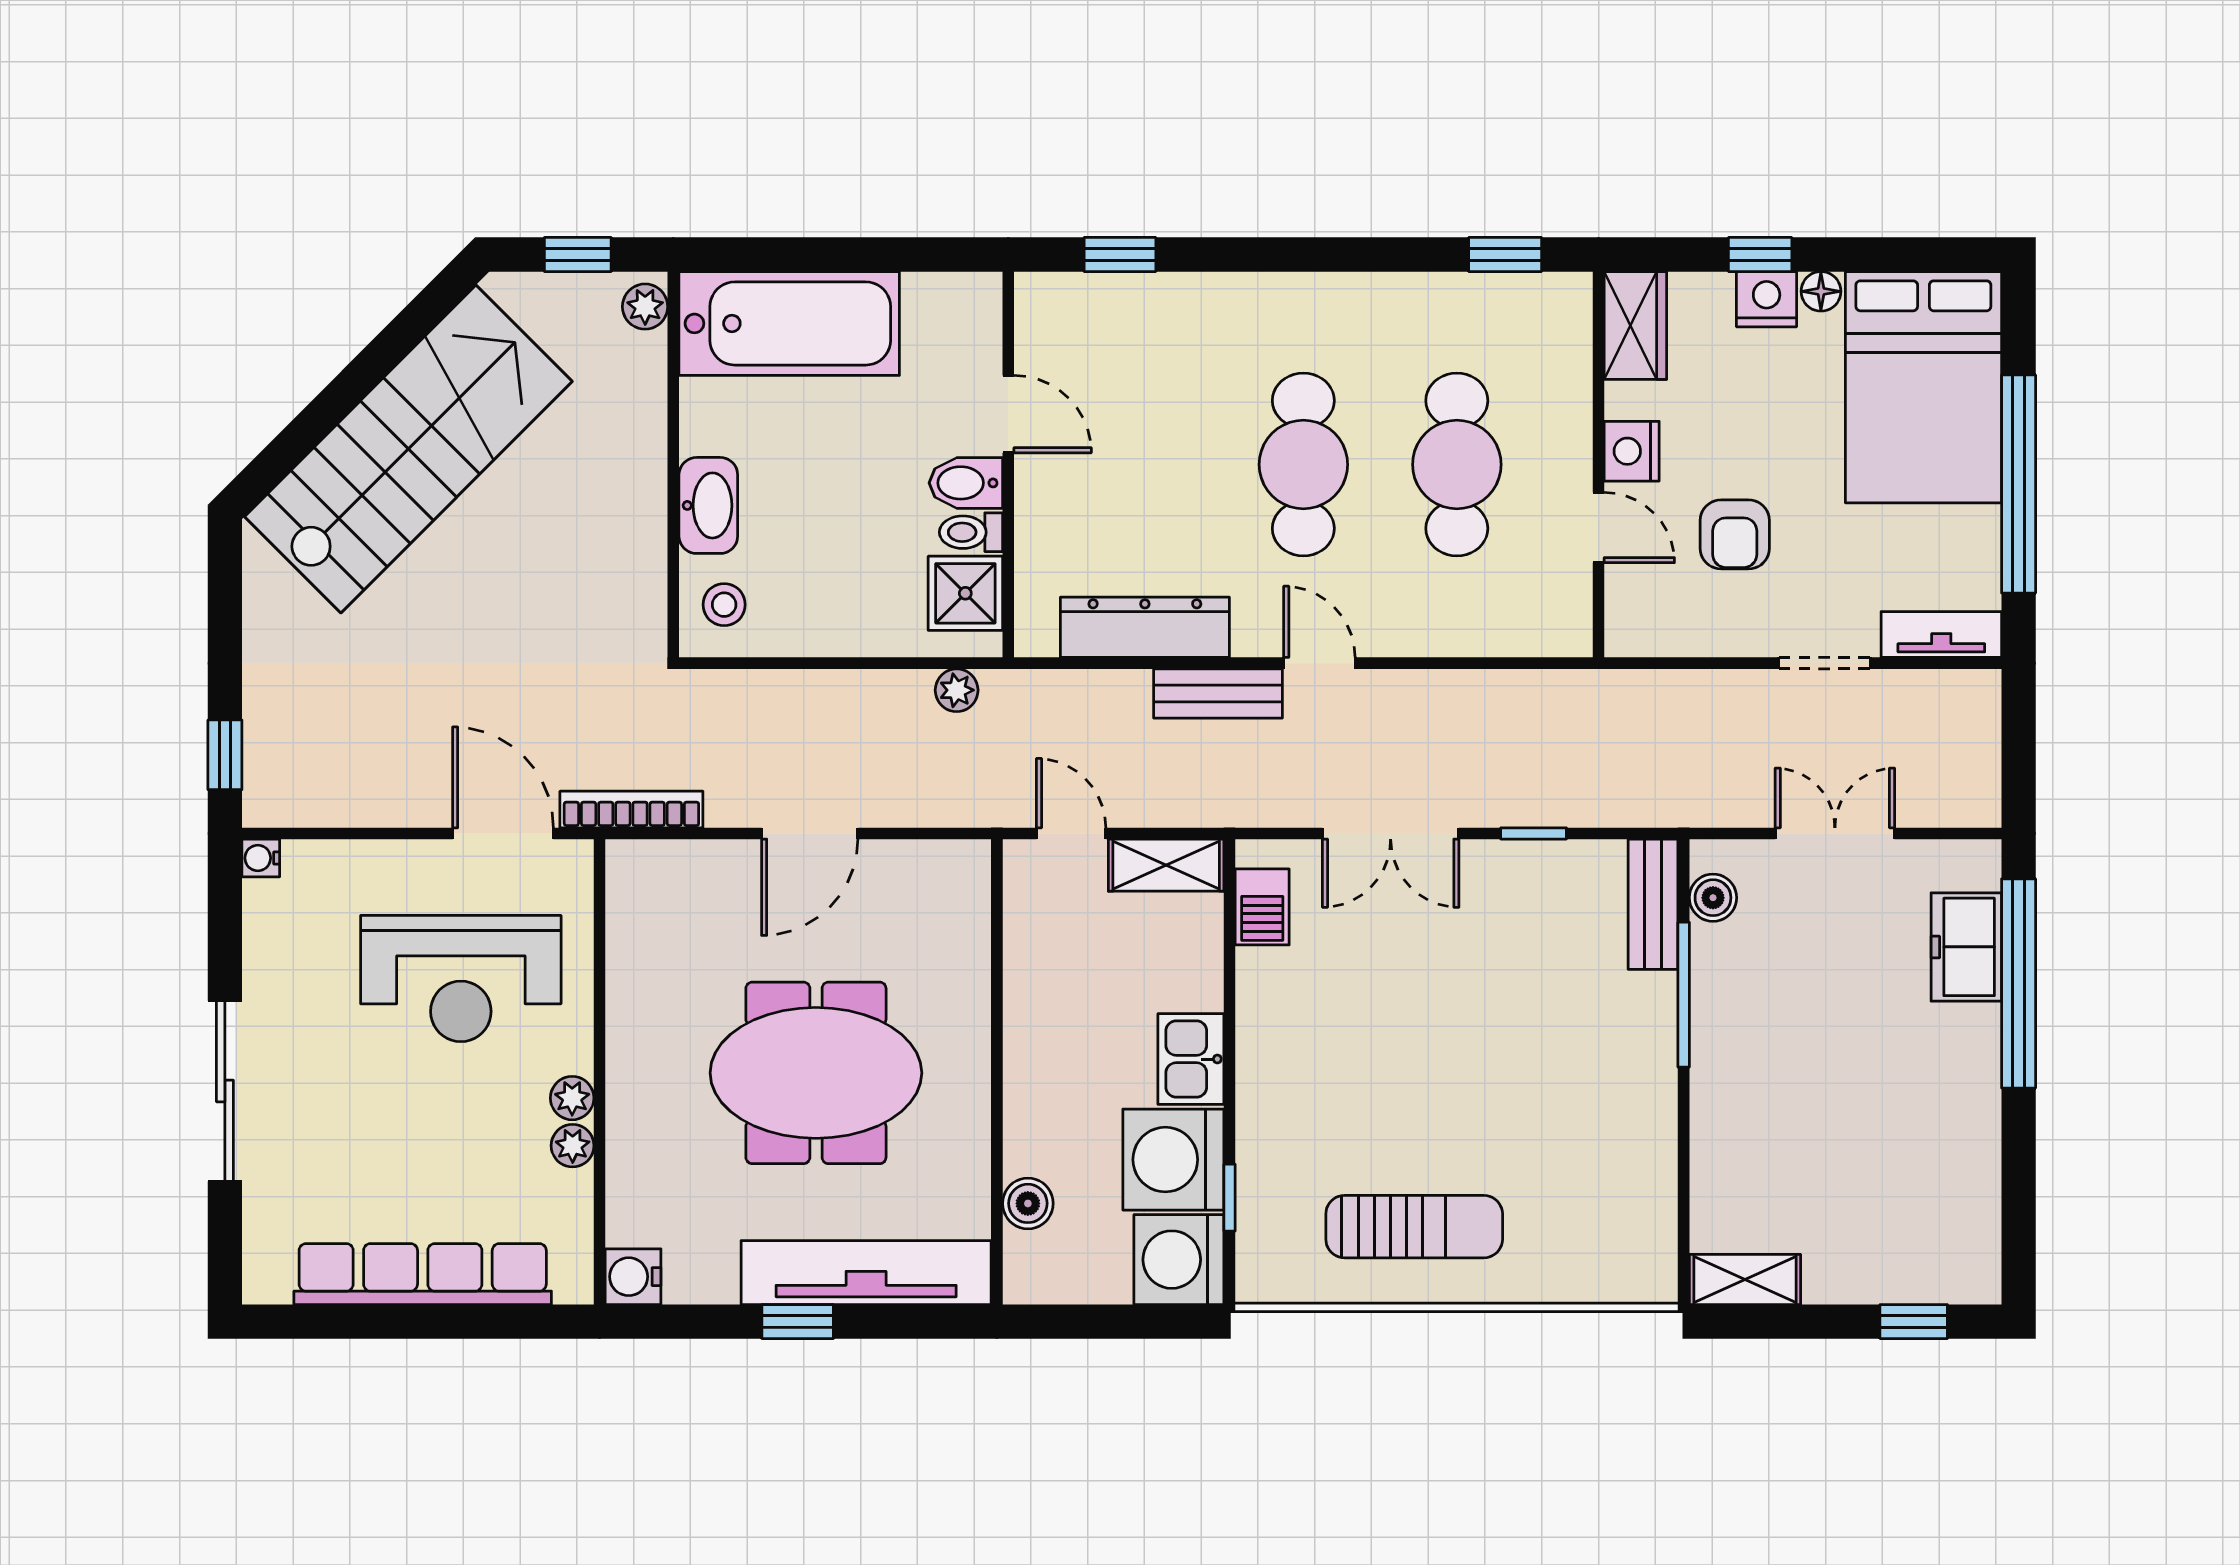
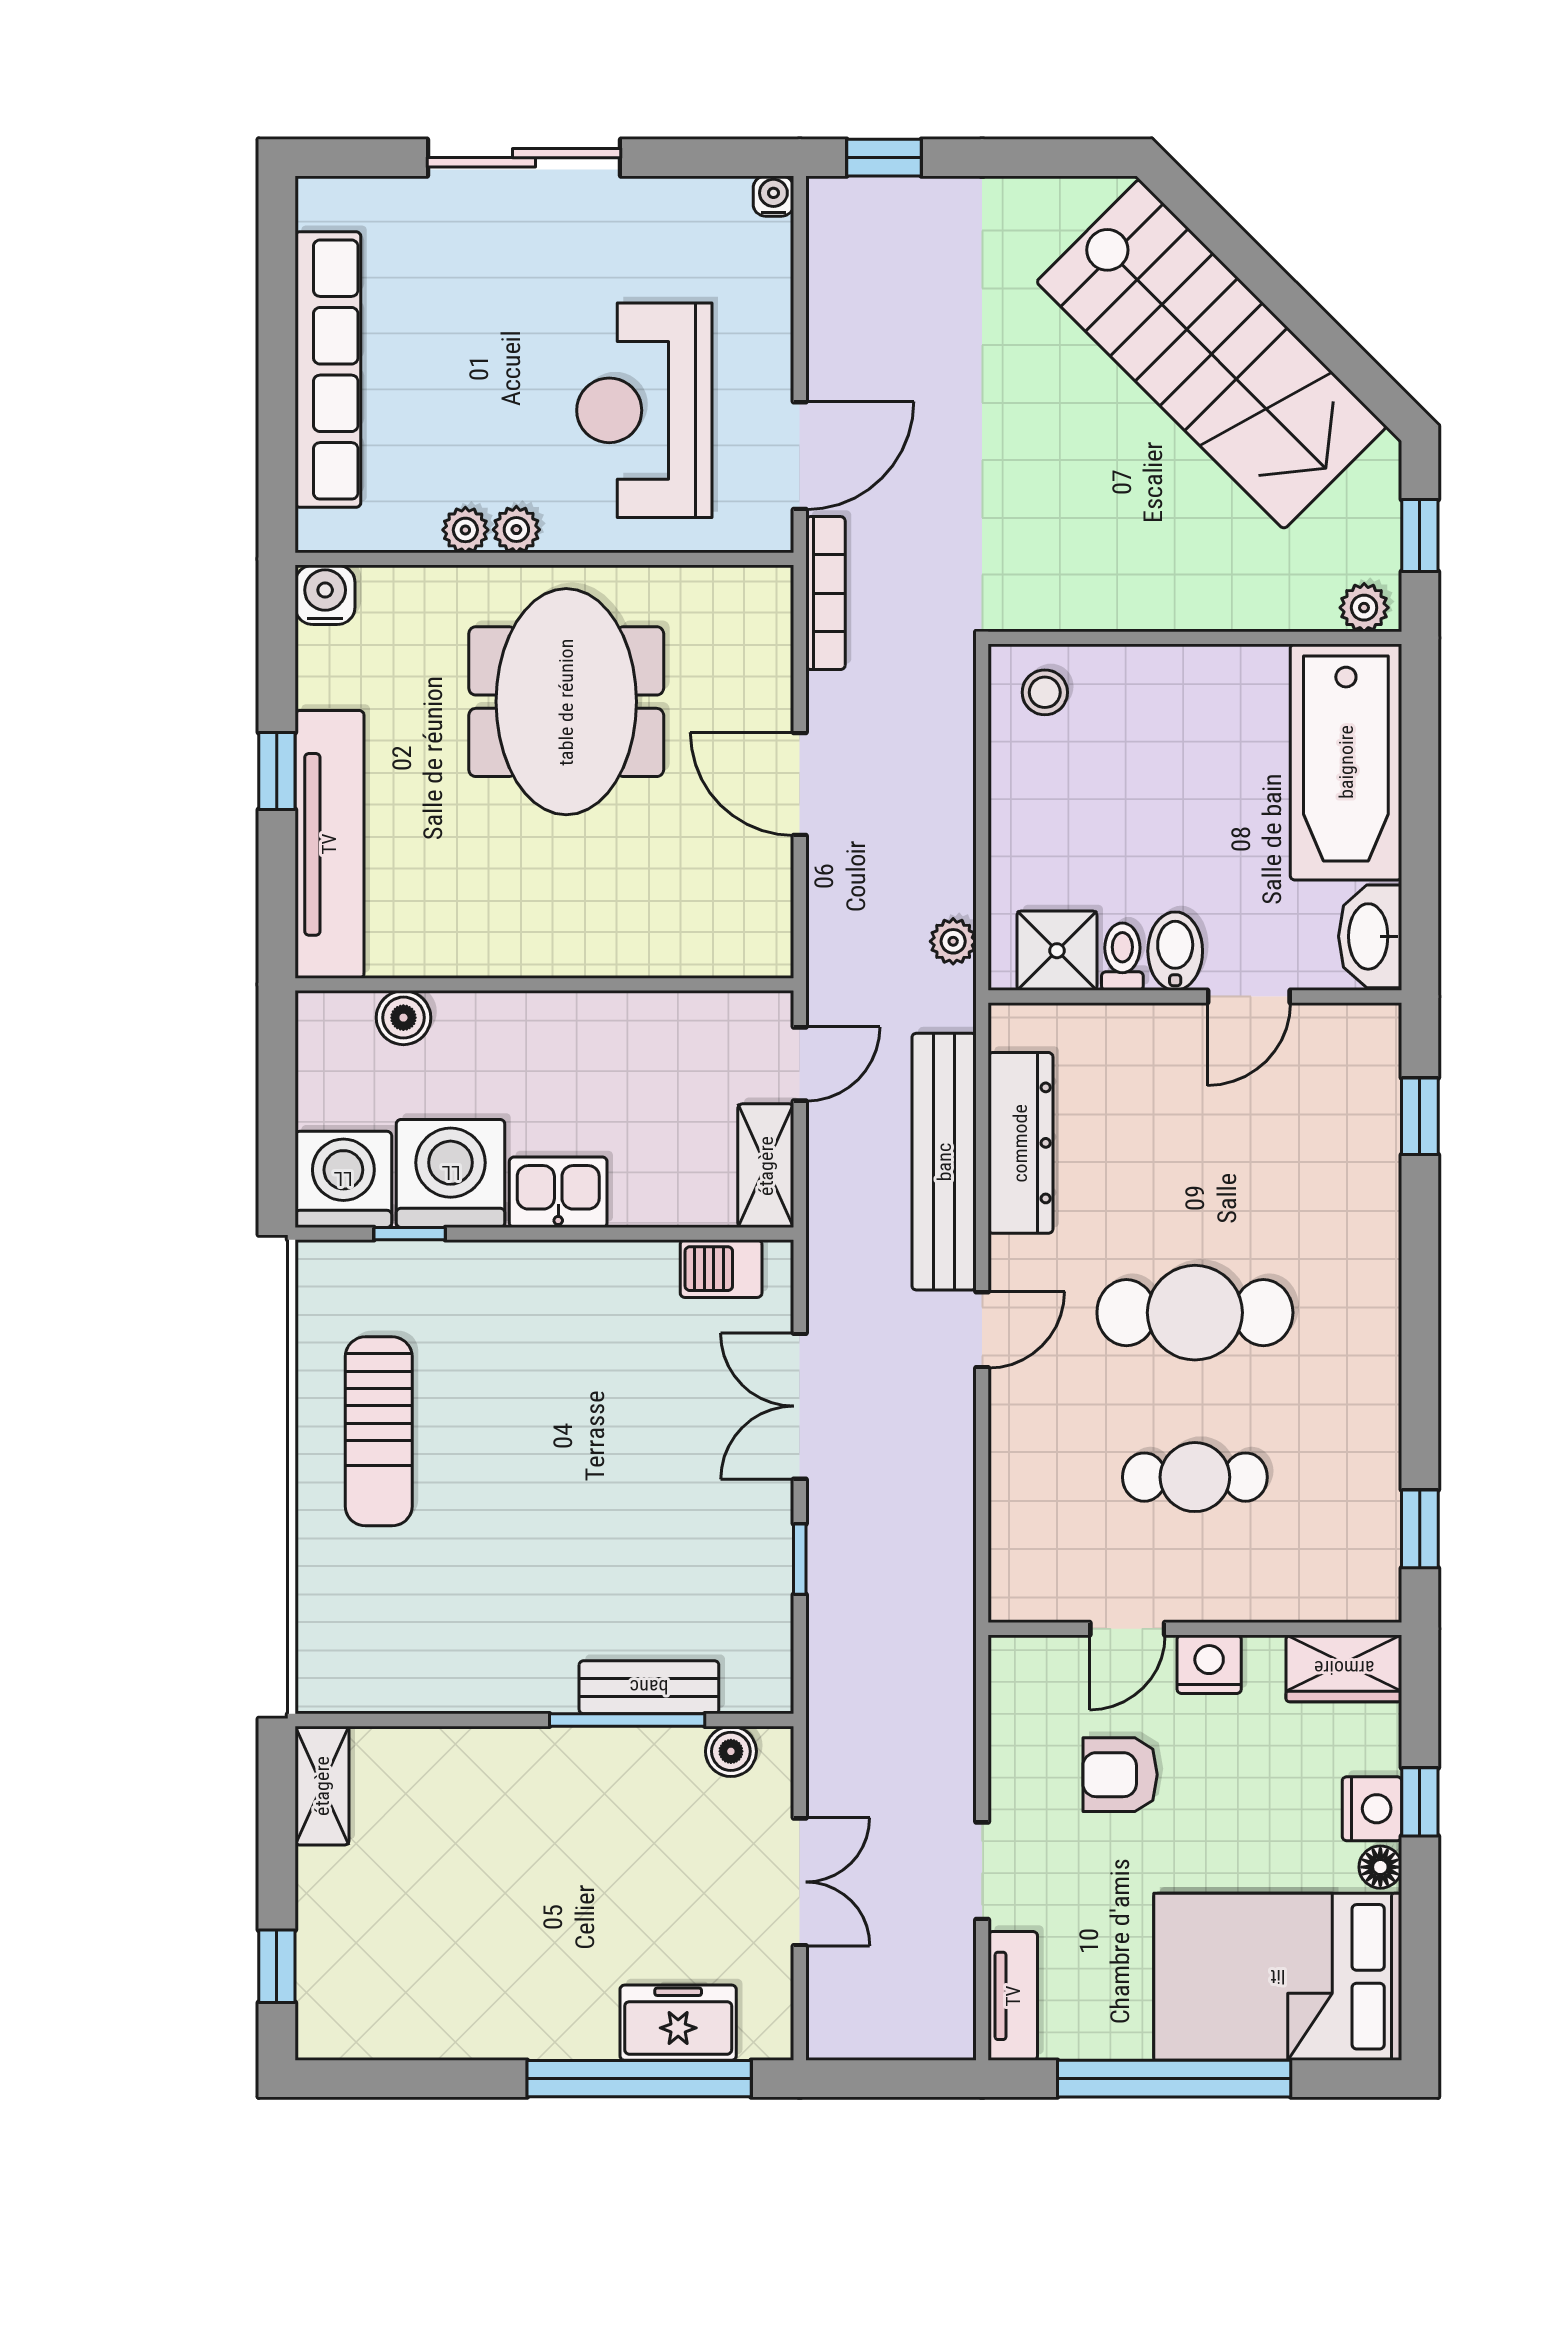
cafe table: (1457, 465) -> (1195, 1477), width x0.73, depth x0.74
washbasin: (708, 505) -> (1370, 936), moved, turned 90
bench: (1218, 693) -> (944, 1162), width x1.86, depth x1.21
bench: (1653, 904) -> (649, 1687), moved
meeting table: (816, 1073) -> (566, 702), moved

